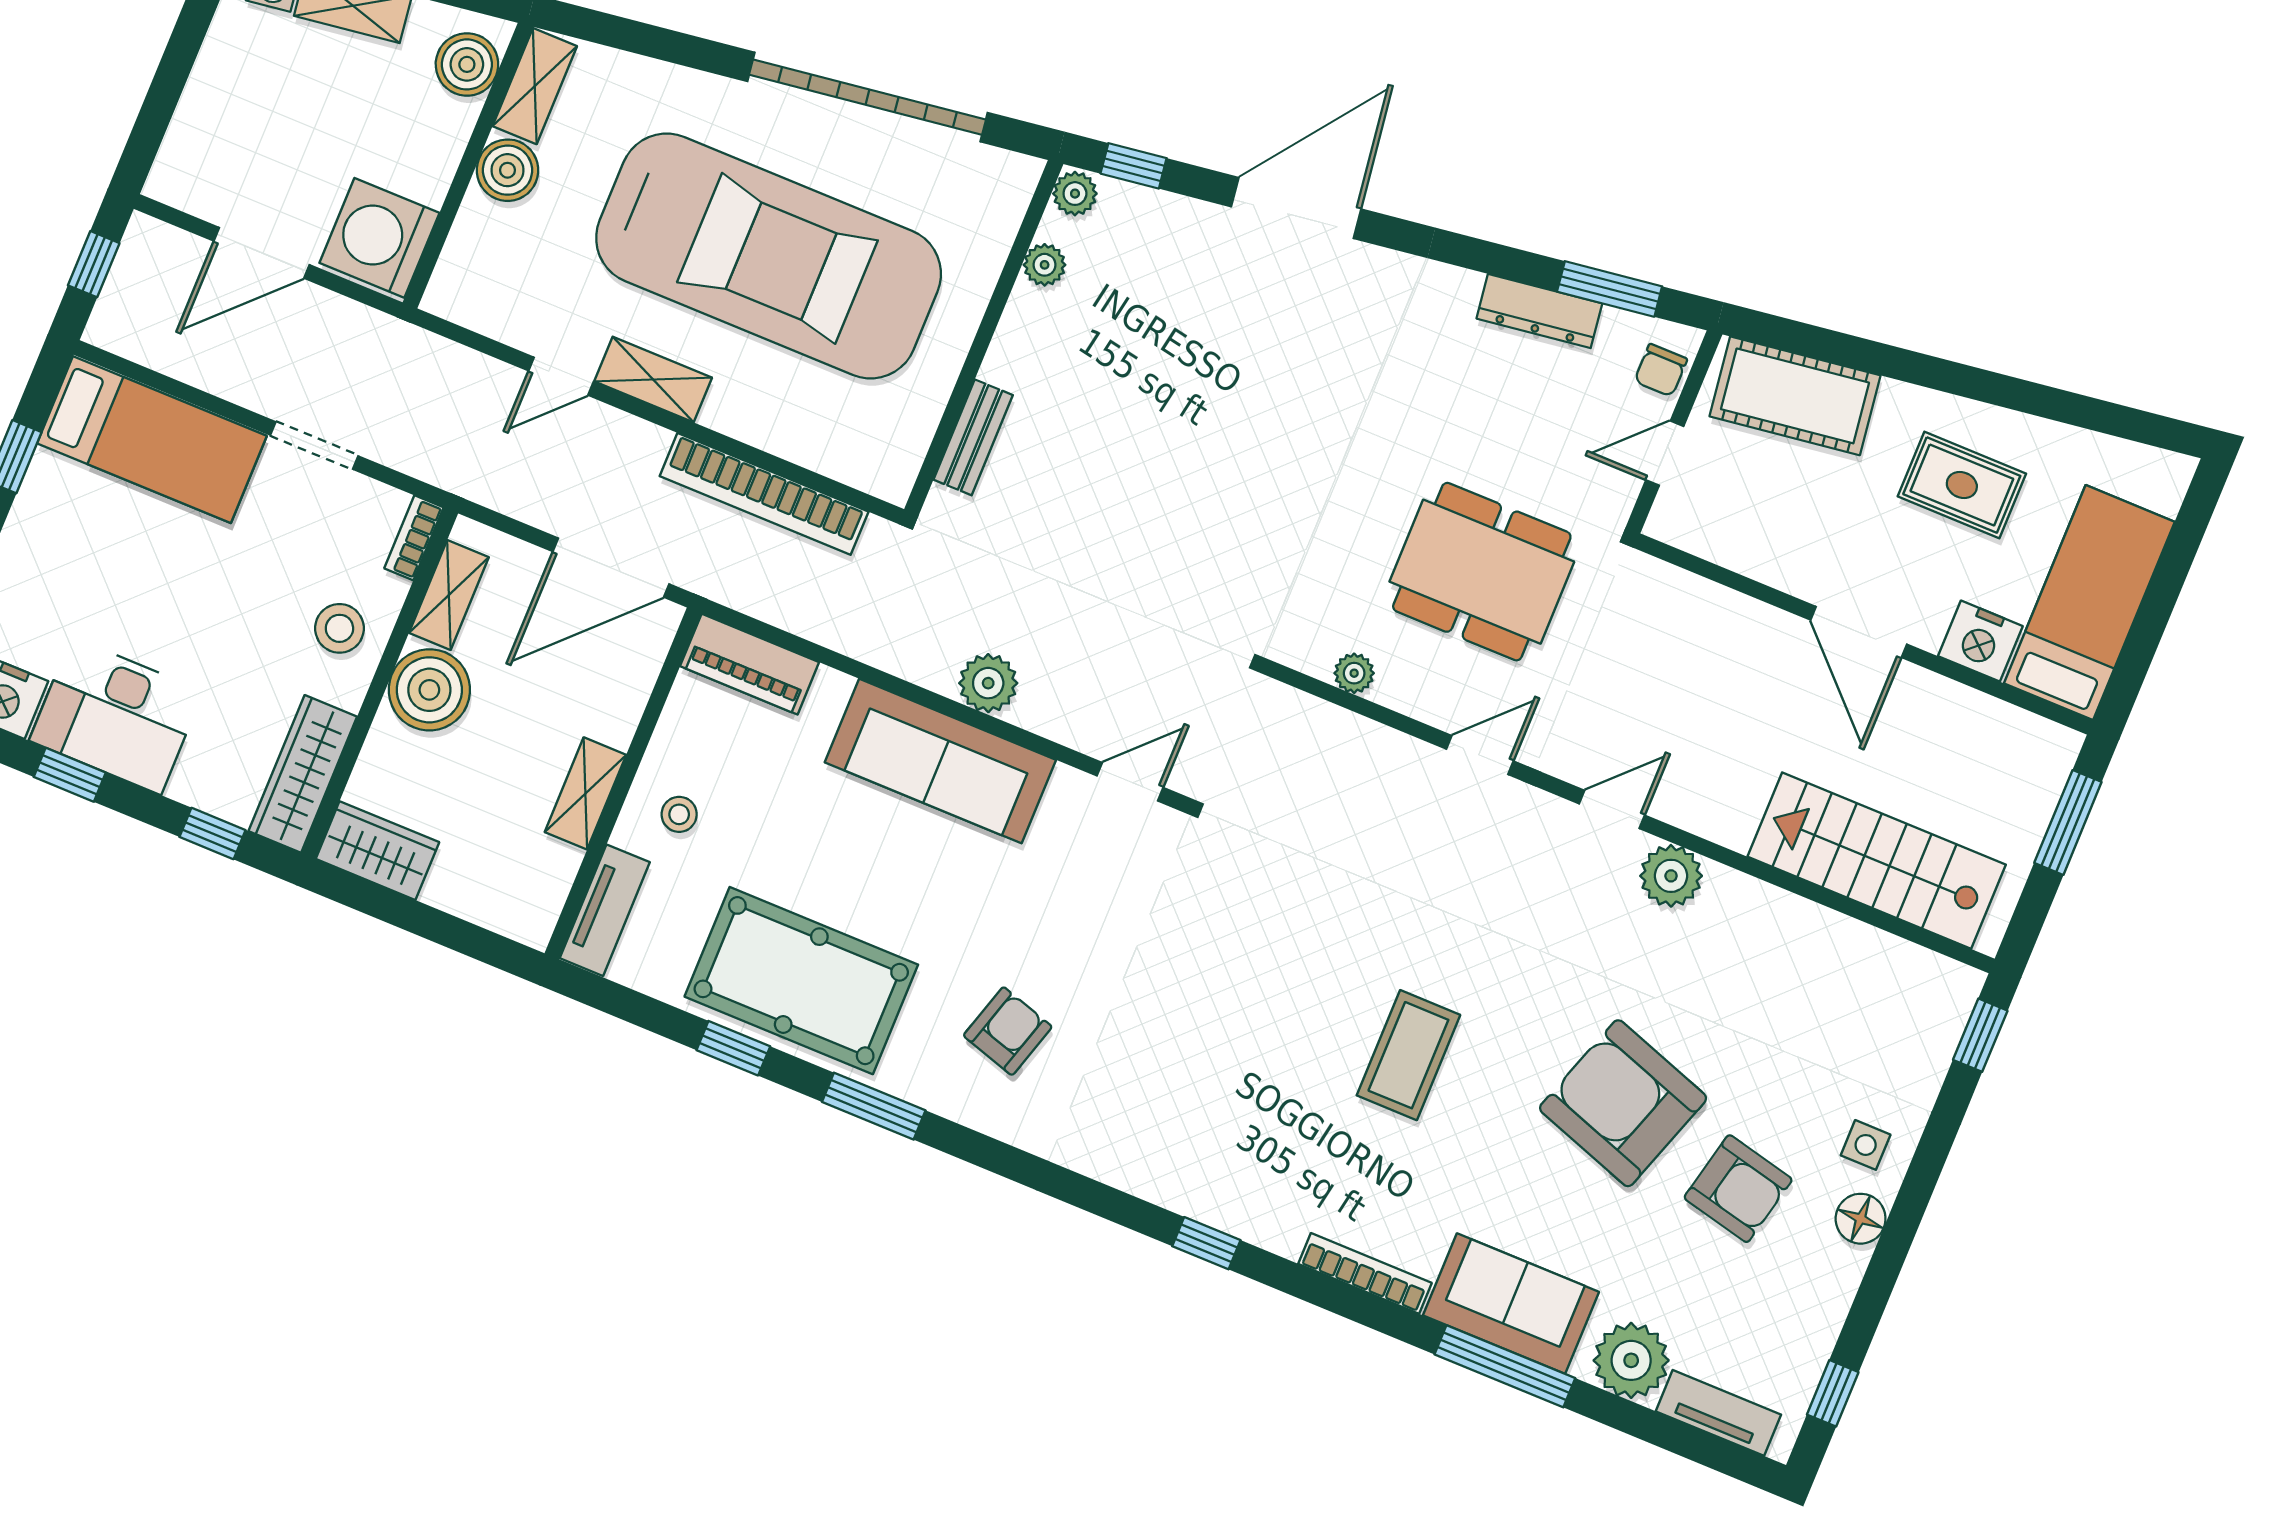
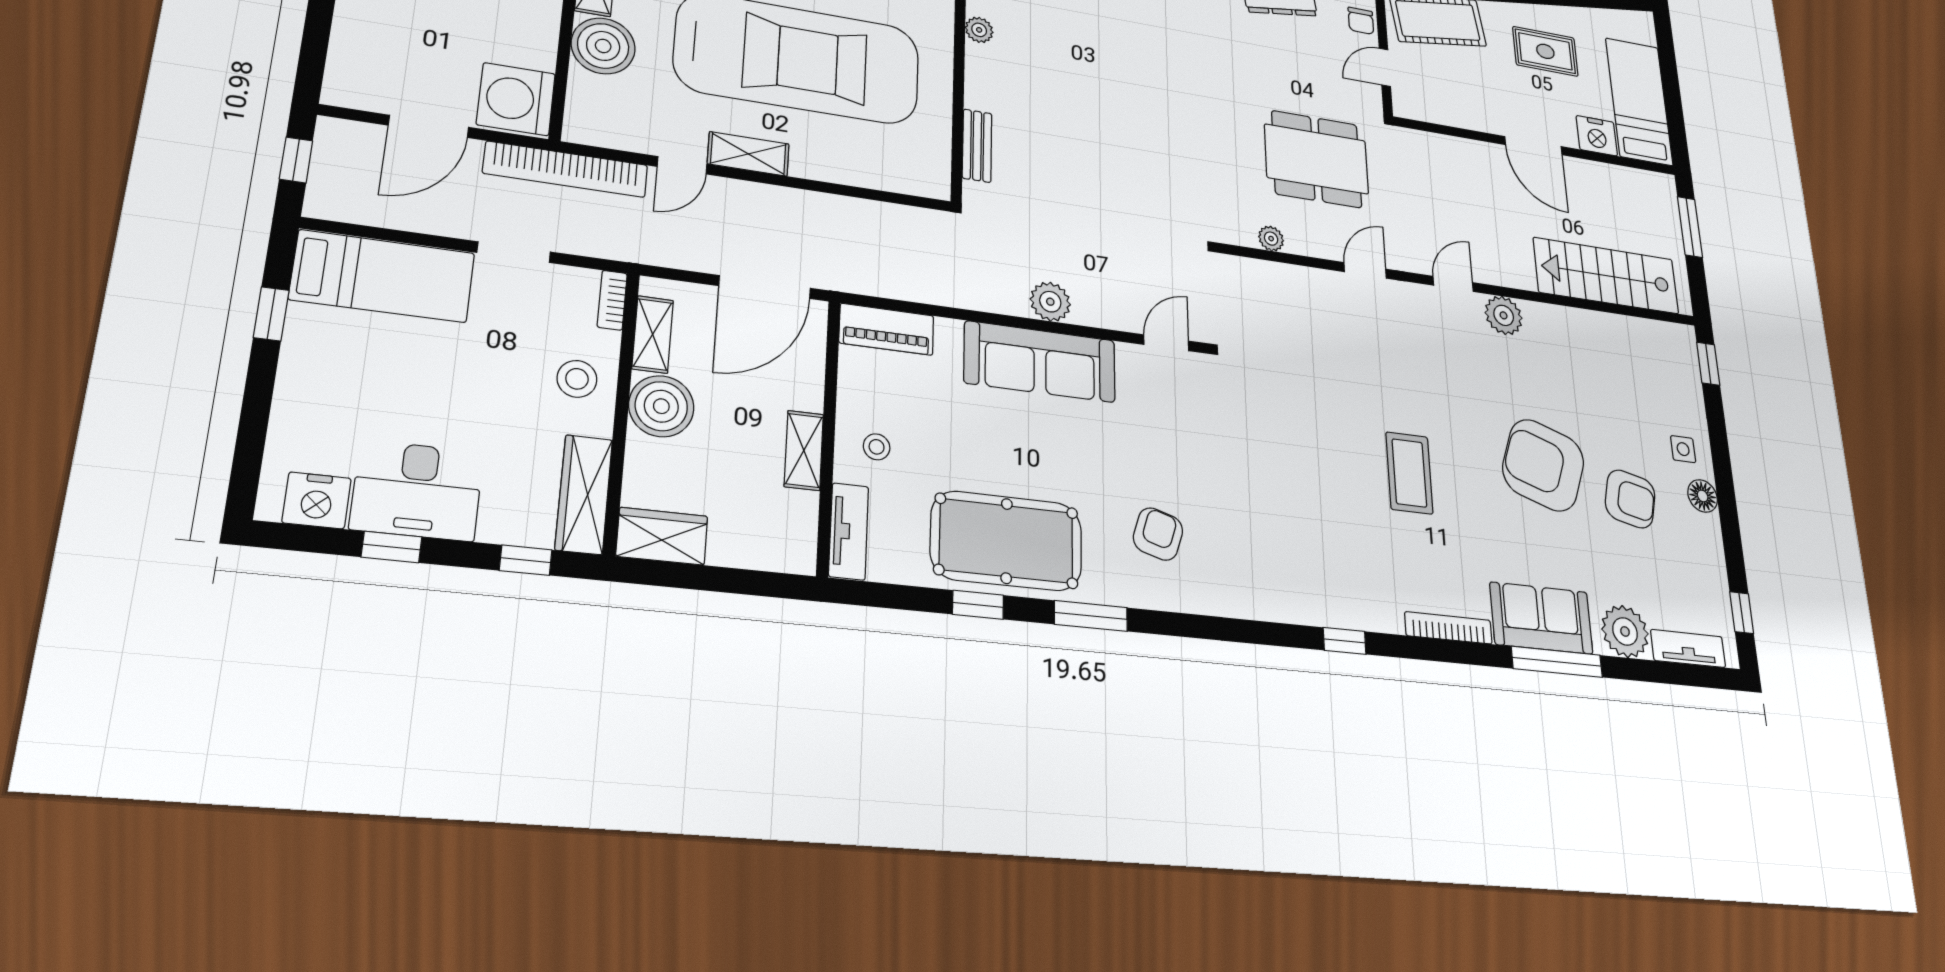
boiler: (508, 170) -> (603, 46), width x1.37, depth x1.37
bookcase: (764, 494) -> (566, 169), moved

